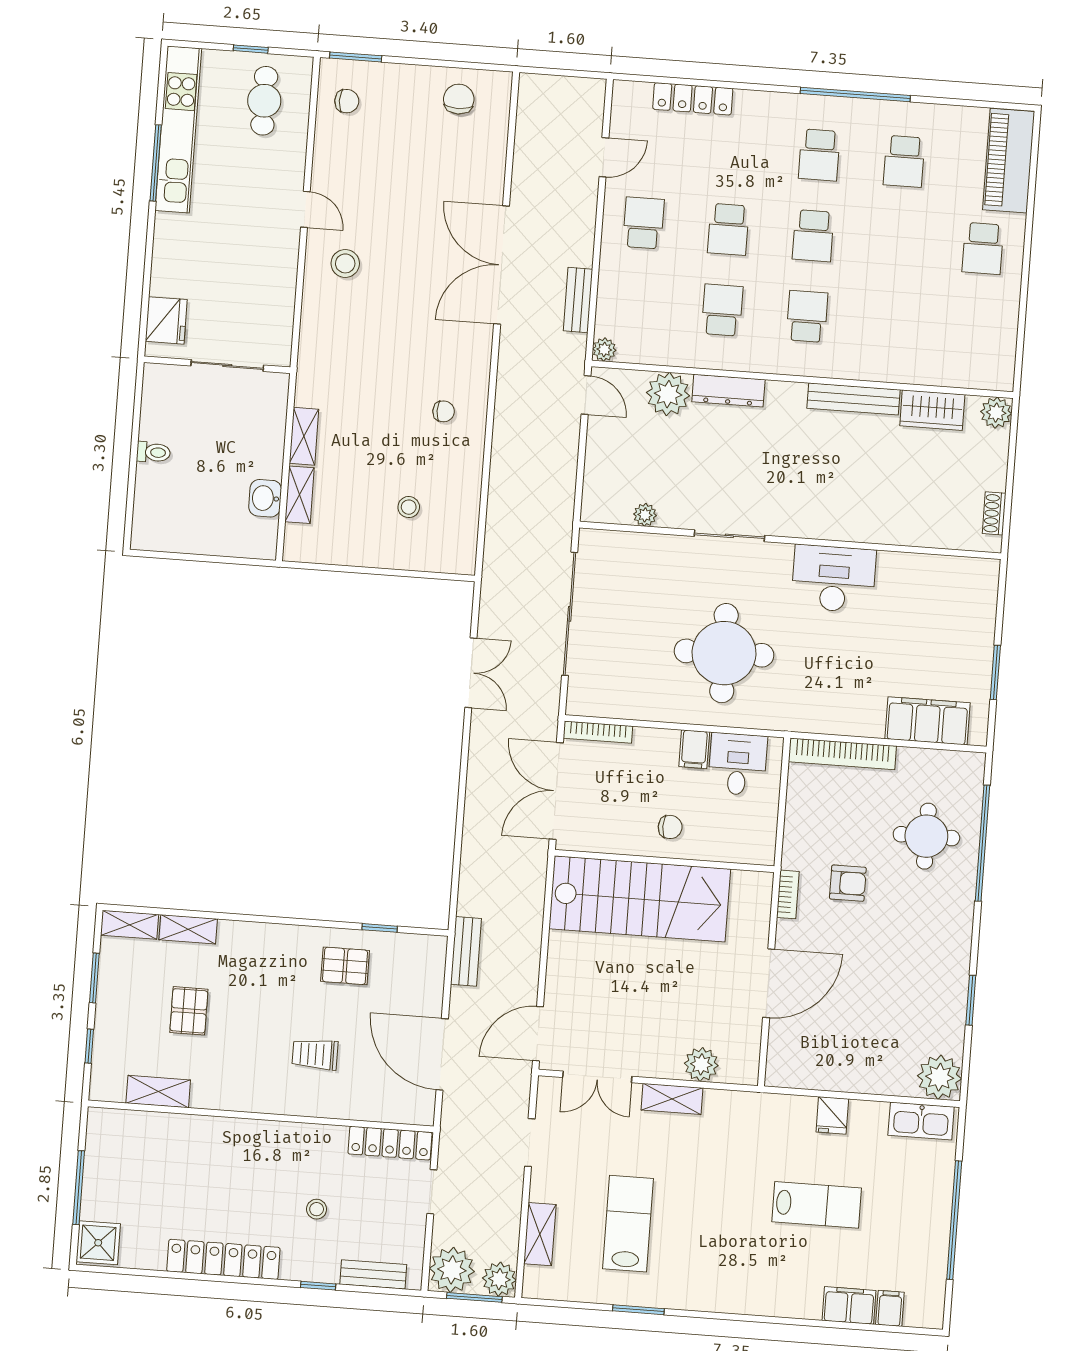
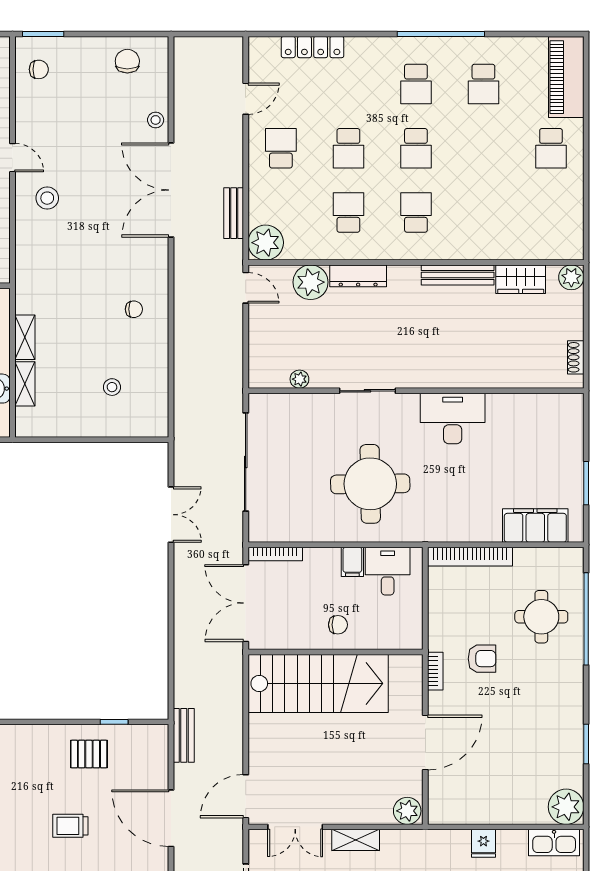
stool: (489, 176) -> (156, 120), added
plant: (604, 350) -> (266, 243), width x1.87, depth x1.87
plant: (701, 1064) -> (407, 811), moved

